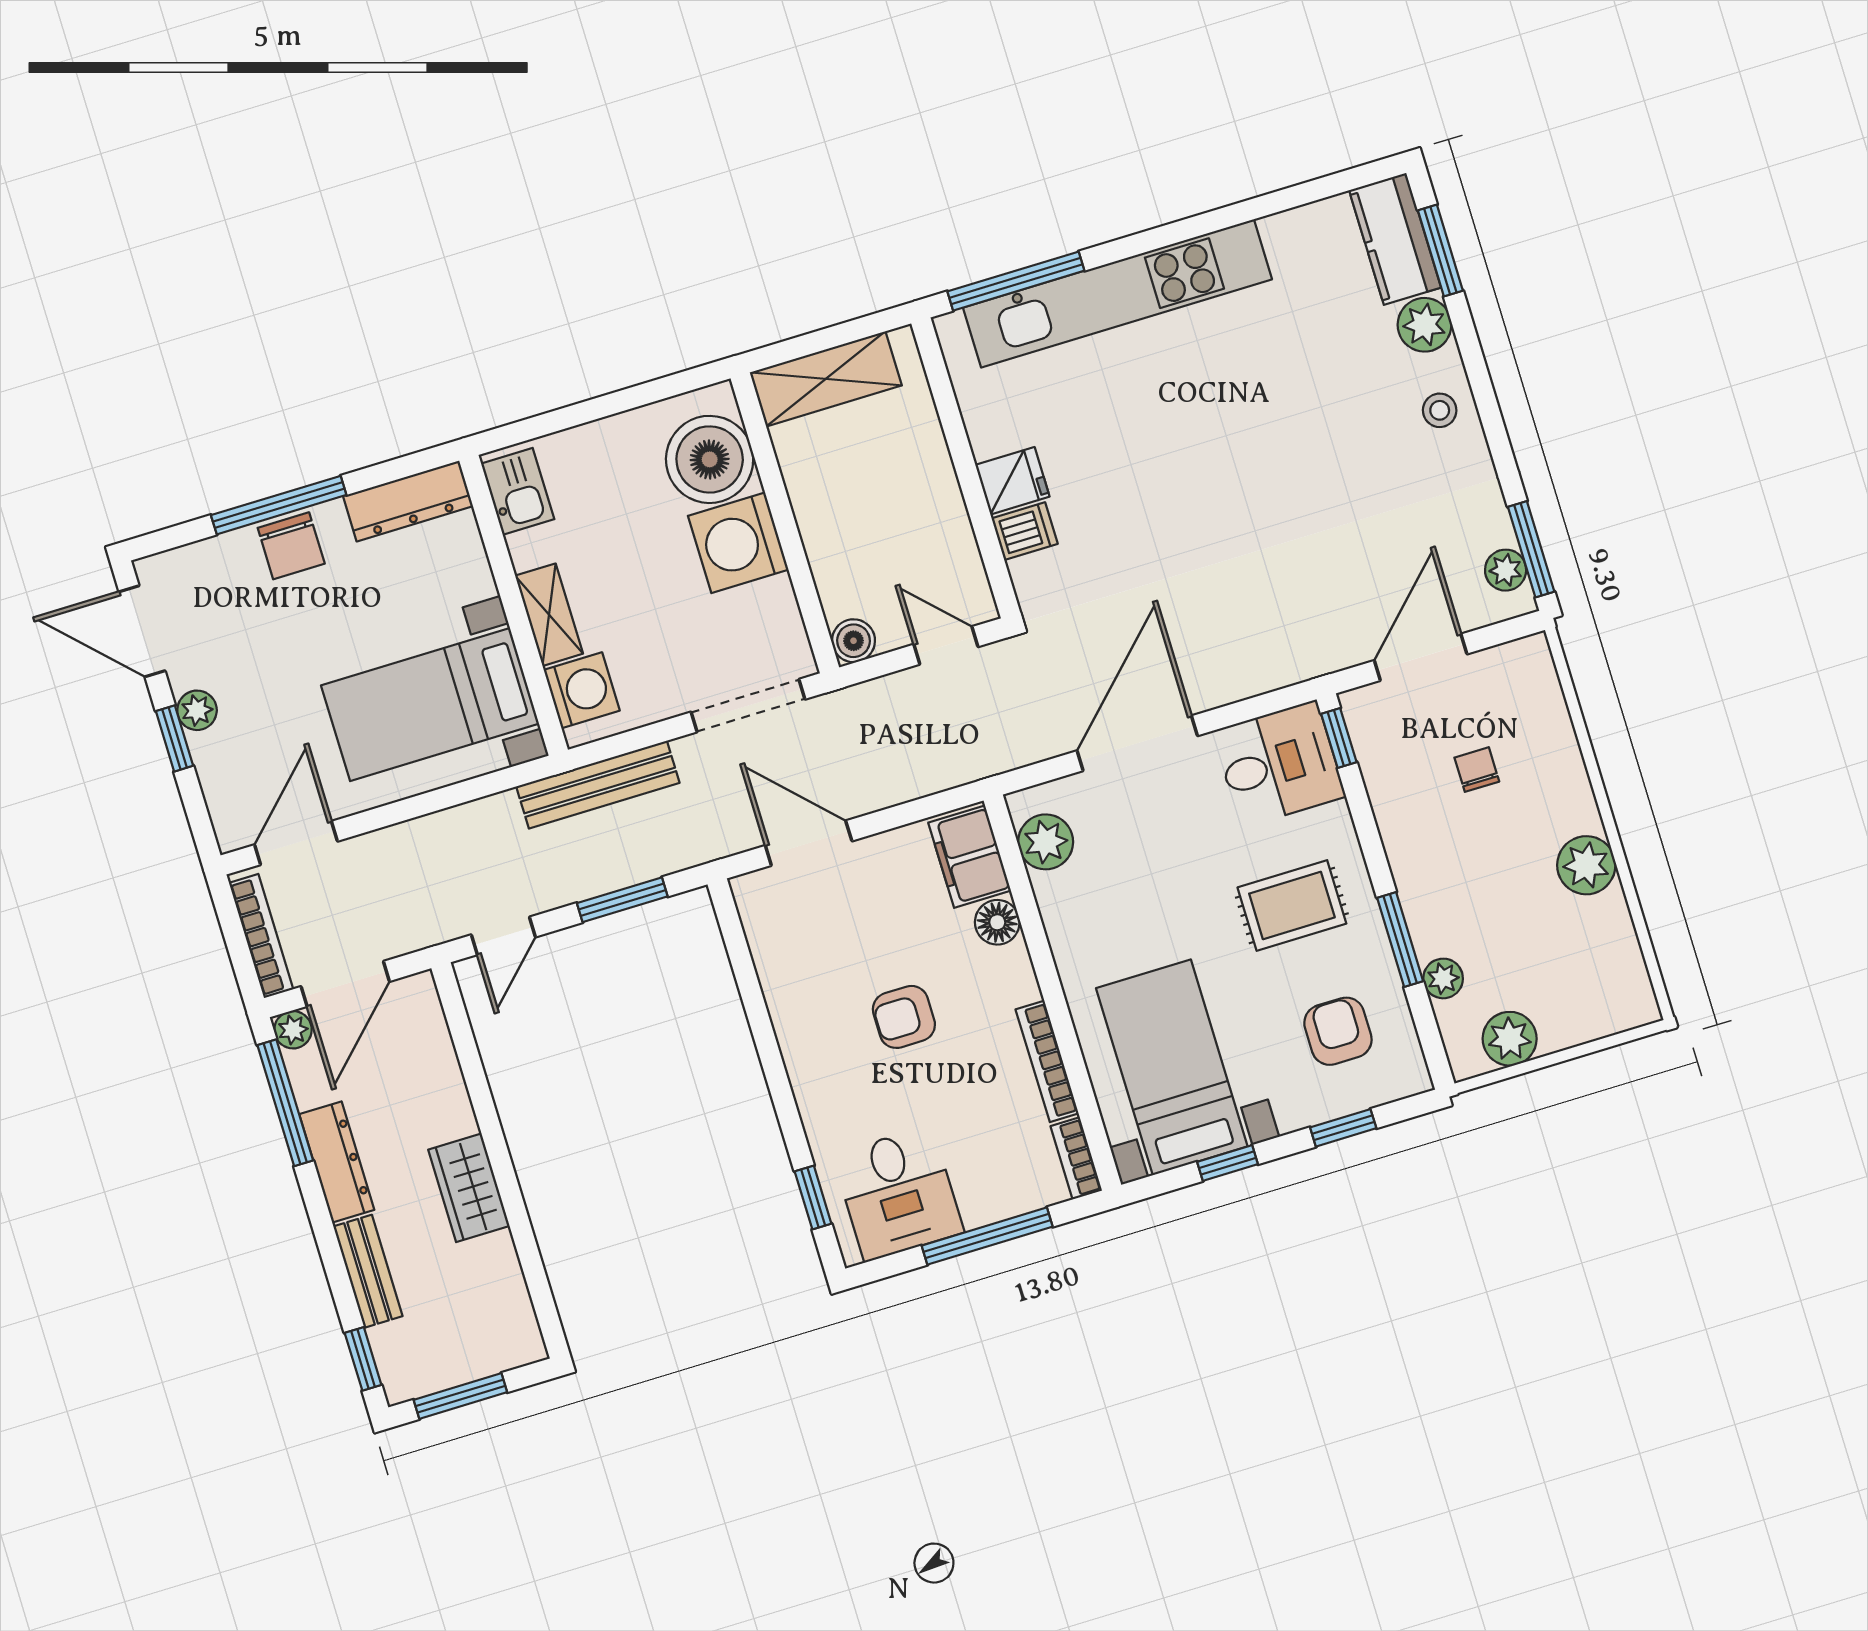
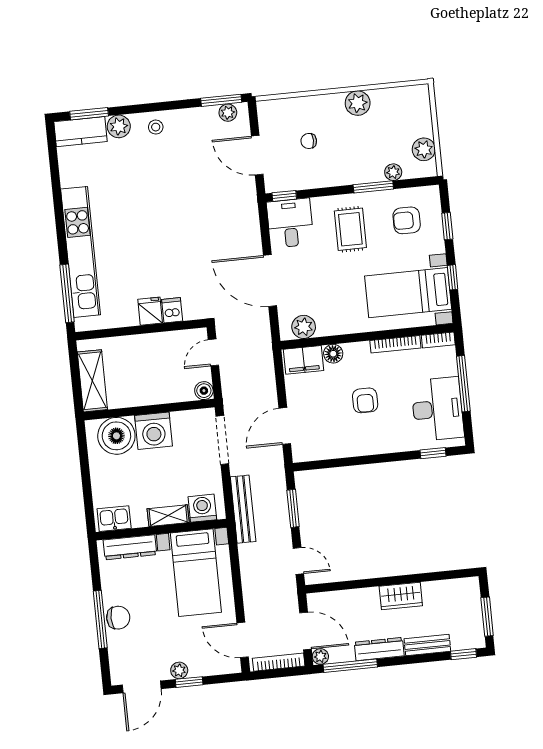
dresser: (408, 501) -> (130, 547), moved, turned 90
desk: (898, 1193) -> (437, 409), width x1.37

